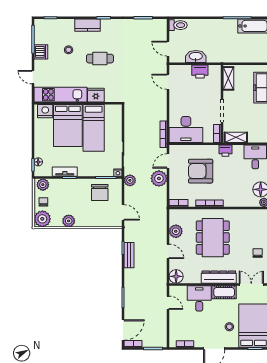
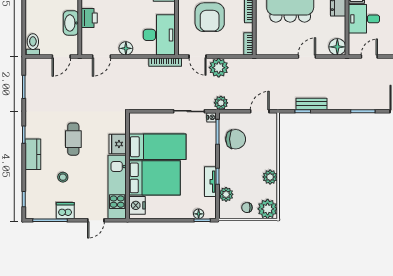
floor lamp: (175, 102) -> (126, 48), added
plant: (43, 185) -> (226, 194), moved
plant: (176, 231) -> (283, 47), removed

